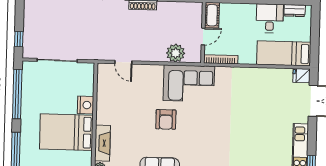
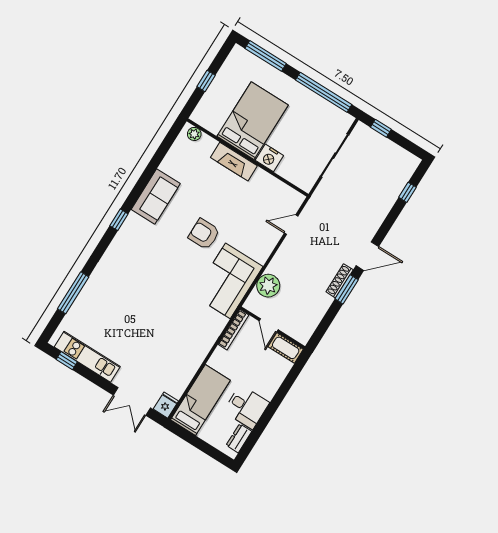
fireplace: (102, 143) -> (234, 162), moved

